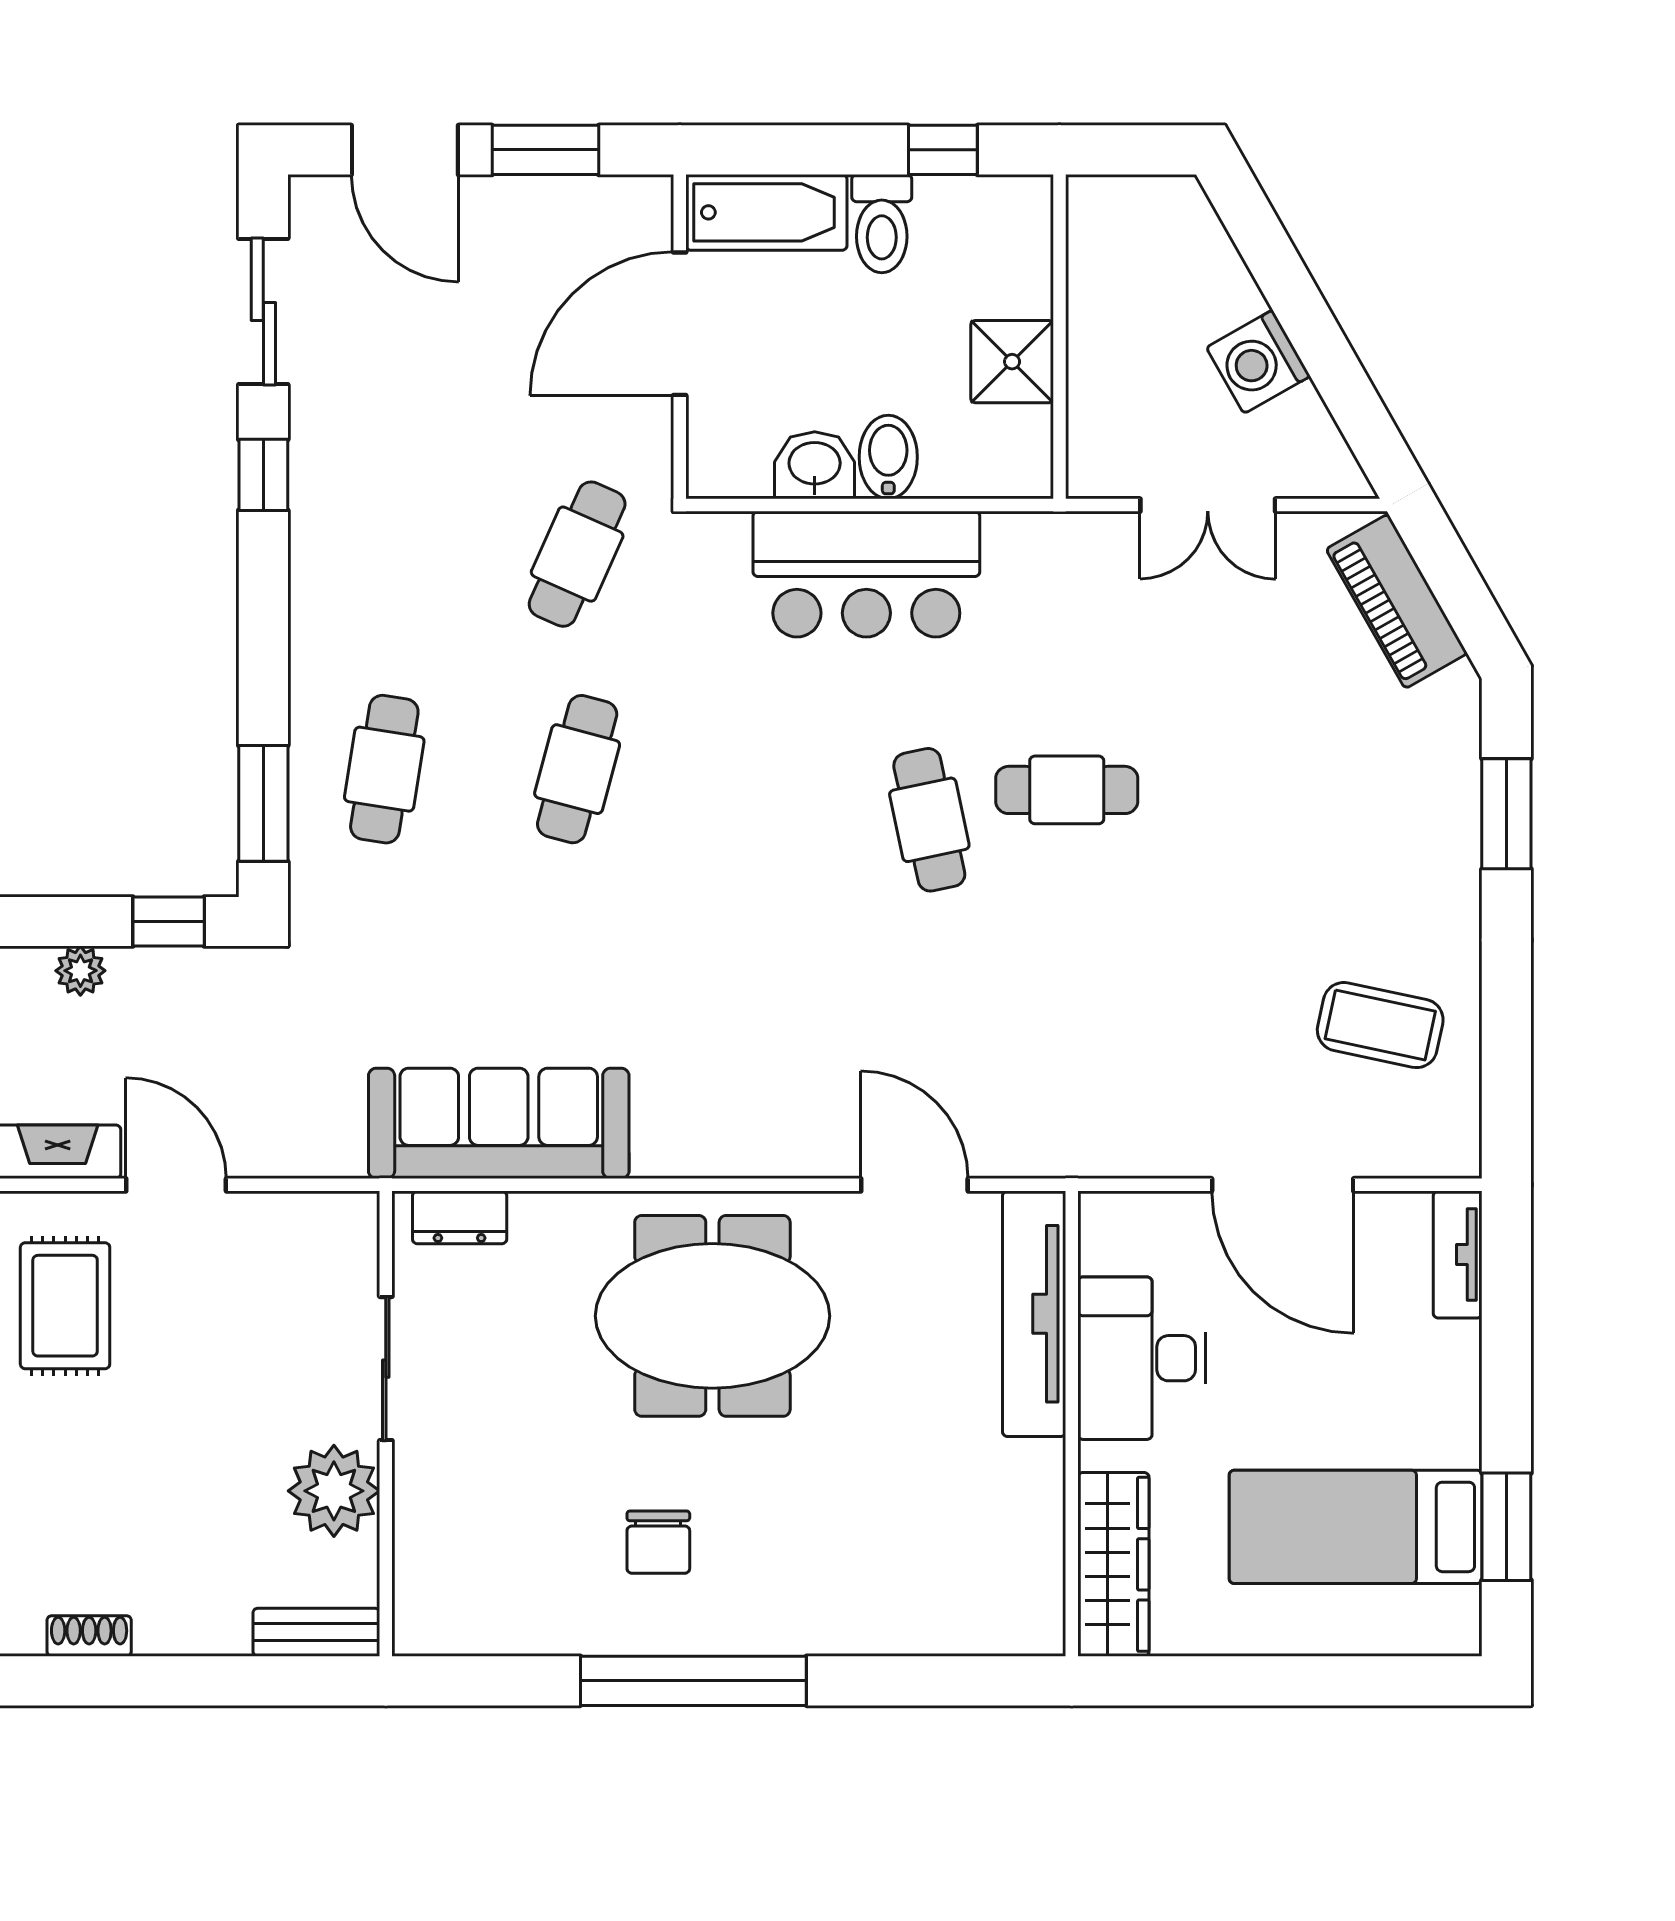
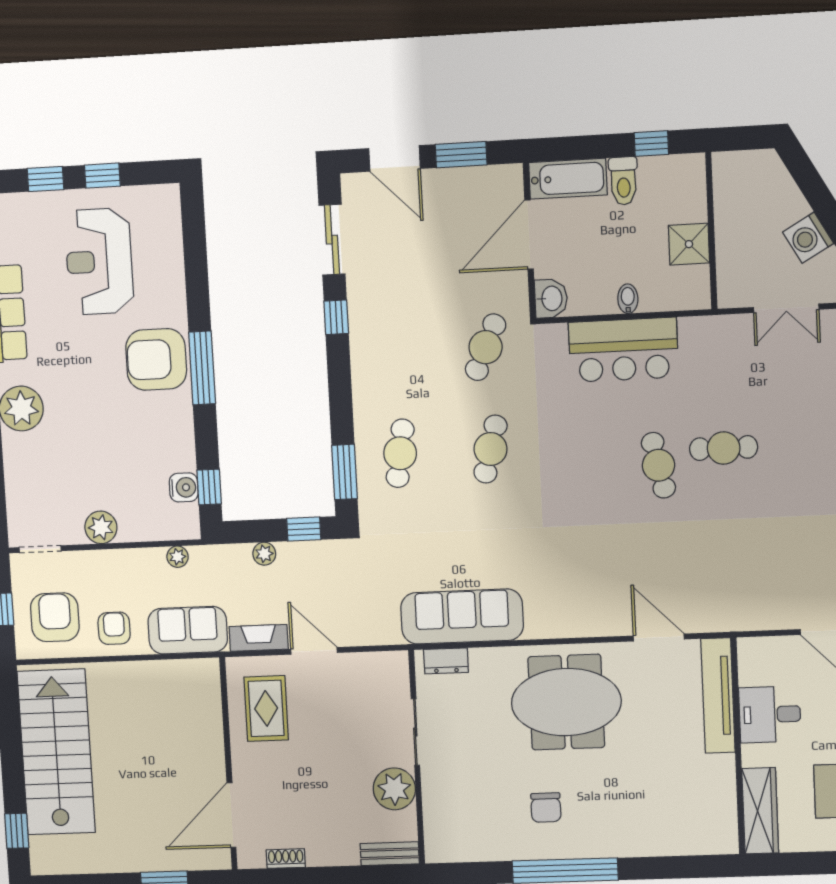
bidet: (888, 457) -> (628, 299), width x0.72, depth x0.74
washbasin: (815, 465) -> (551, 298), moved, turned 90
desk: (1142, 1358) -> (770, 714), width x0.73

